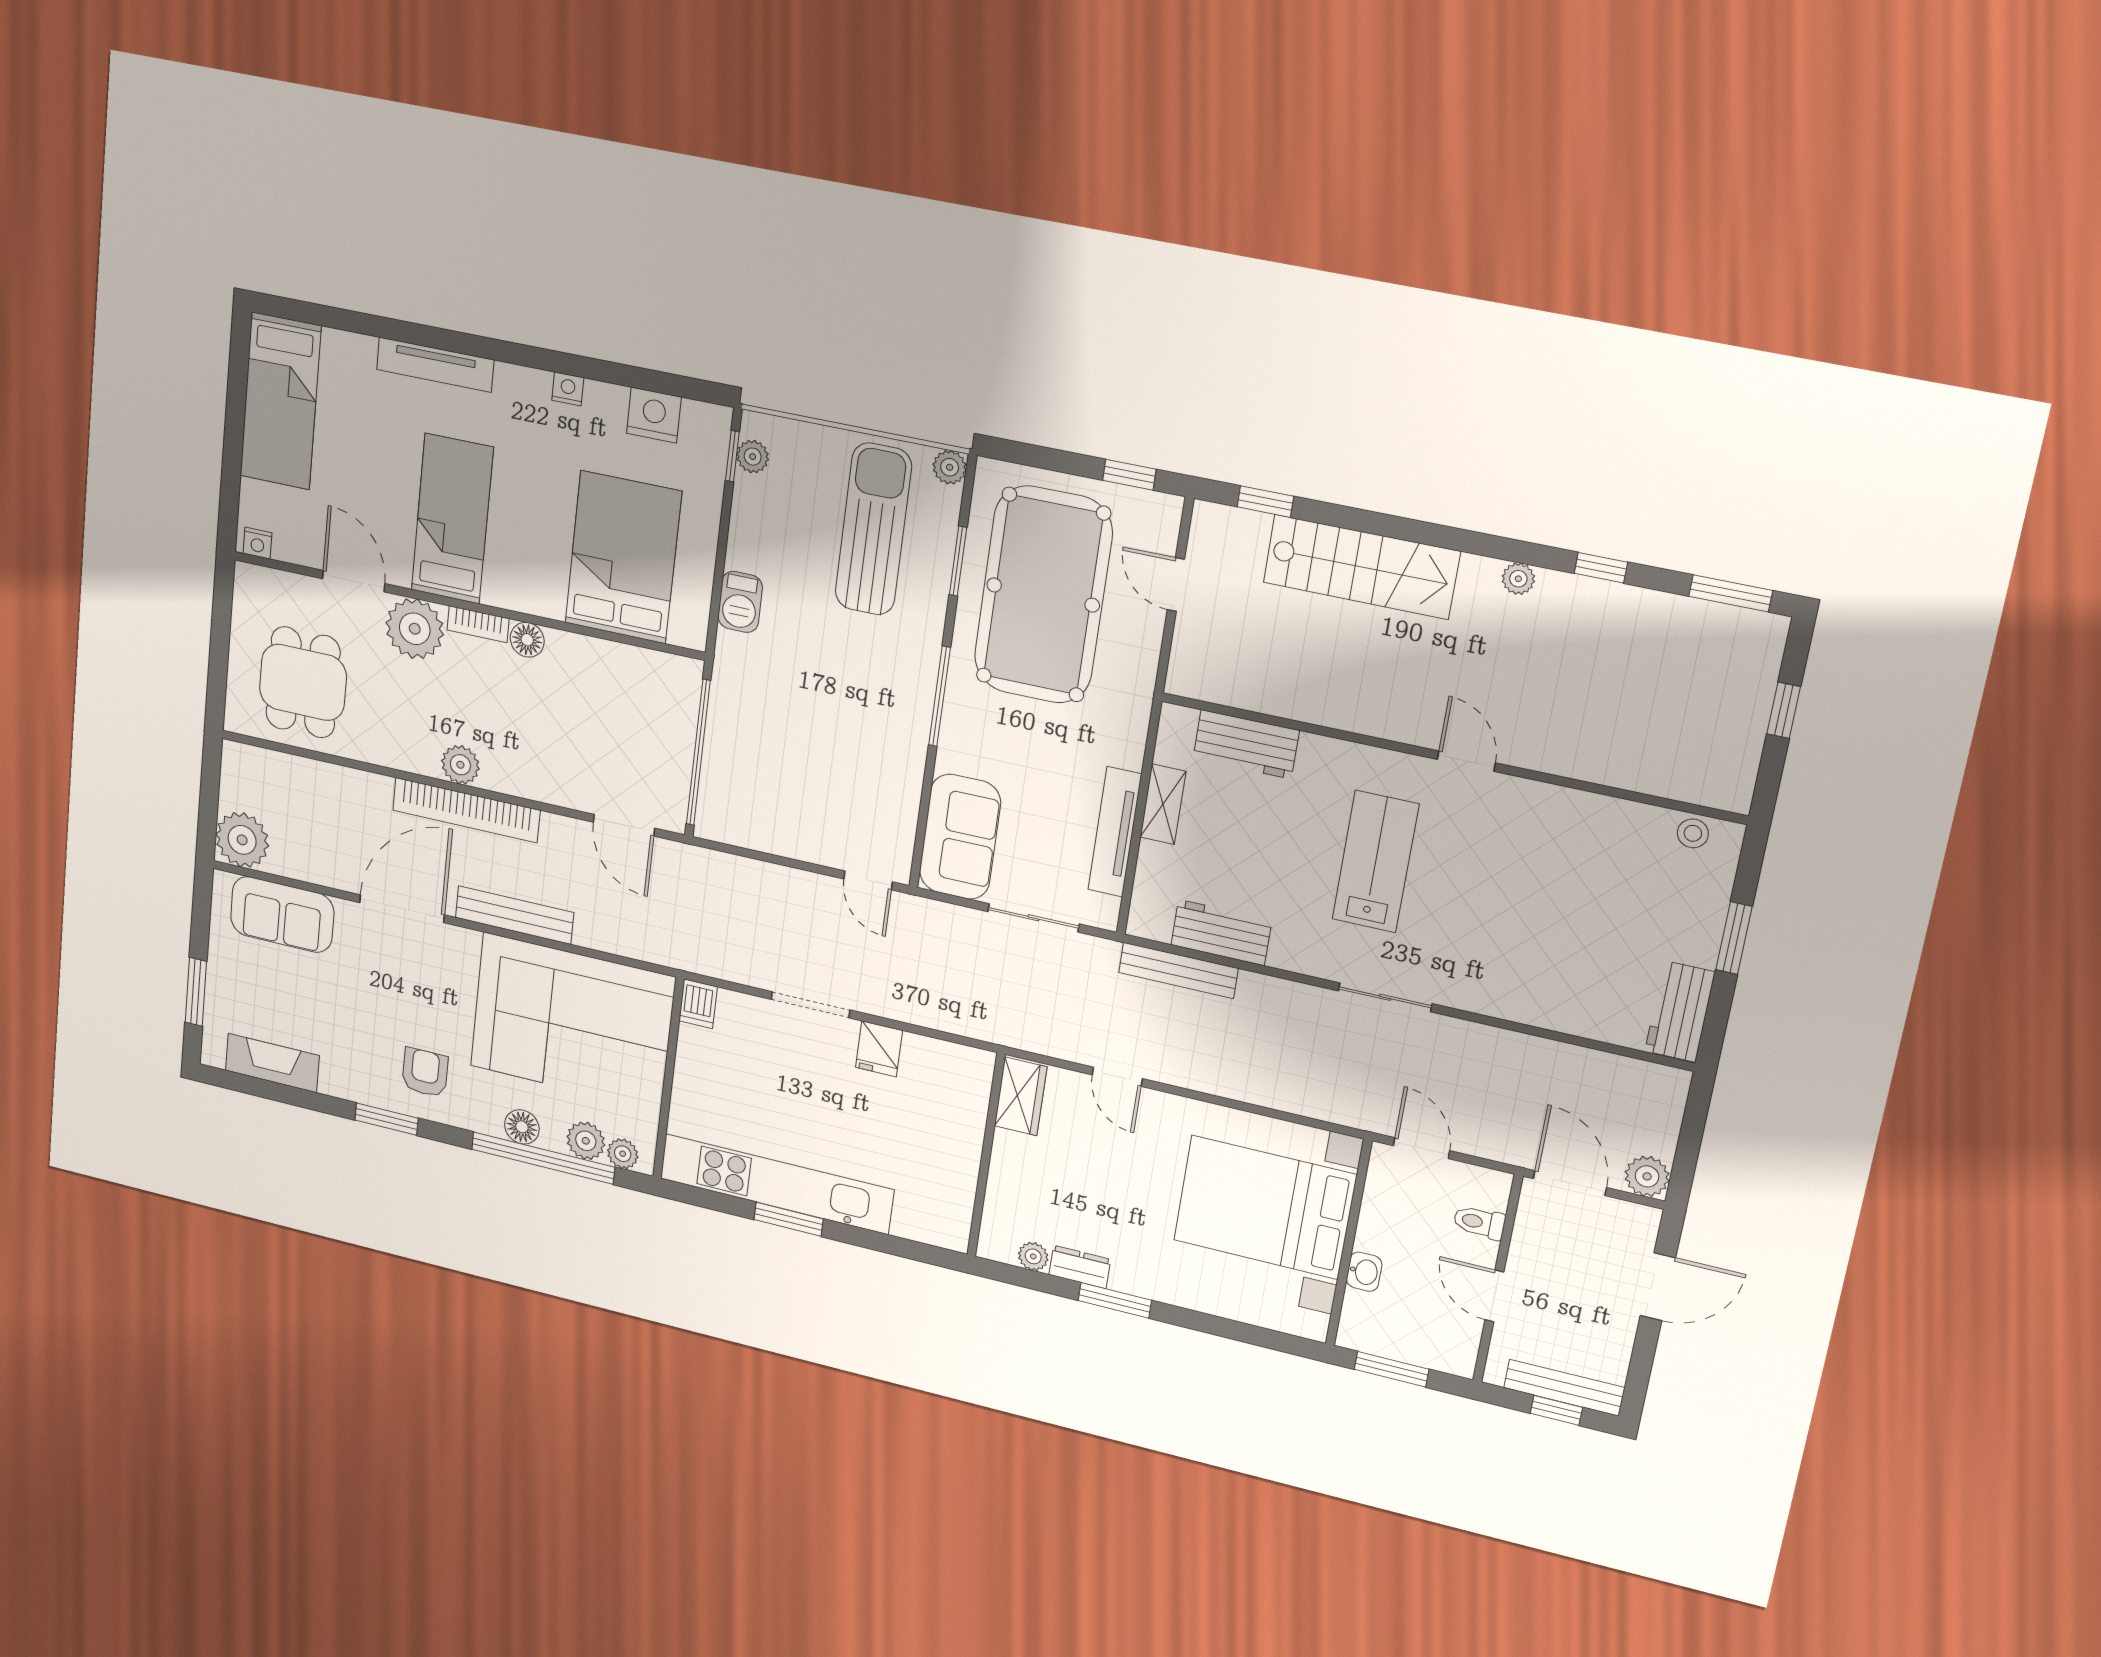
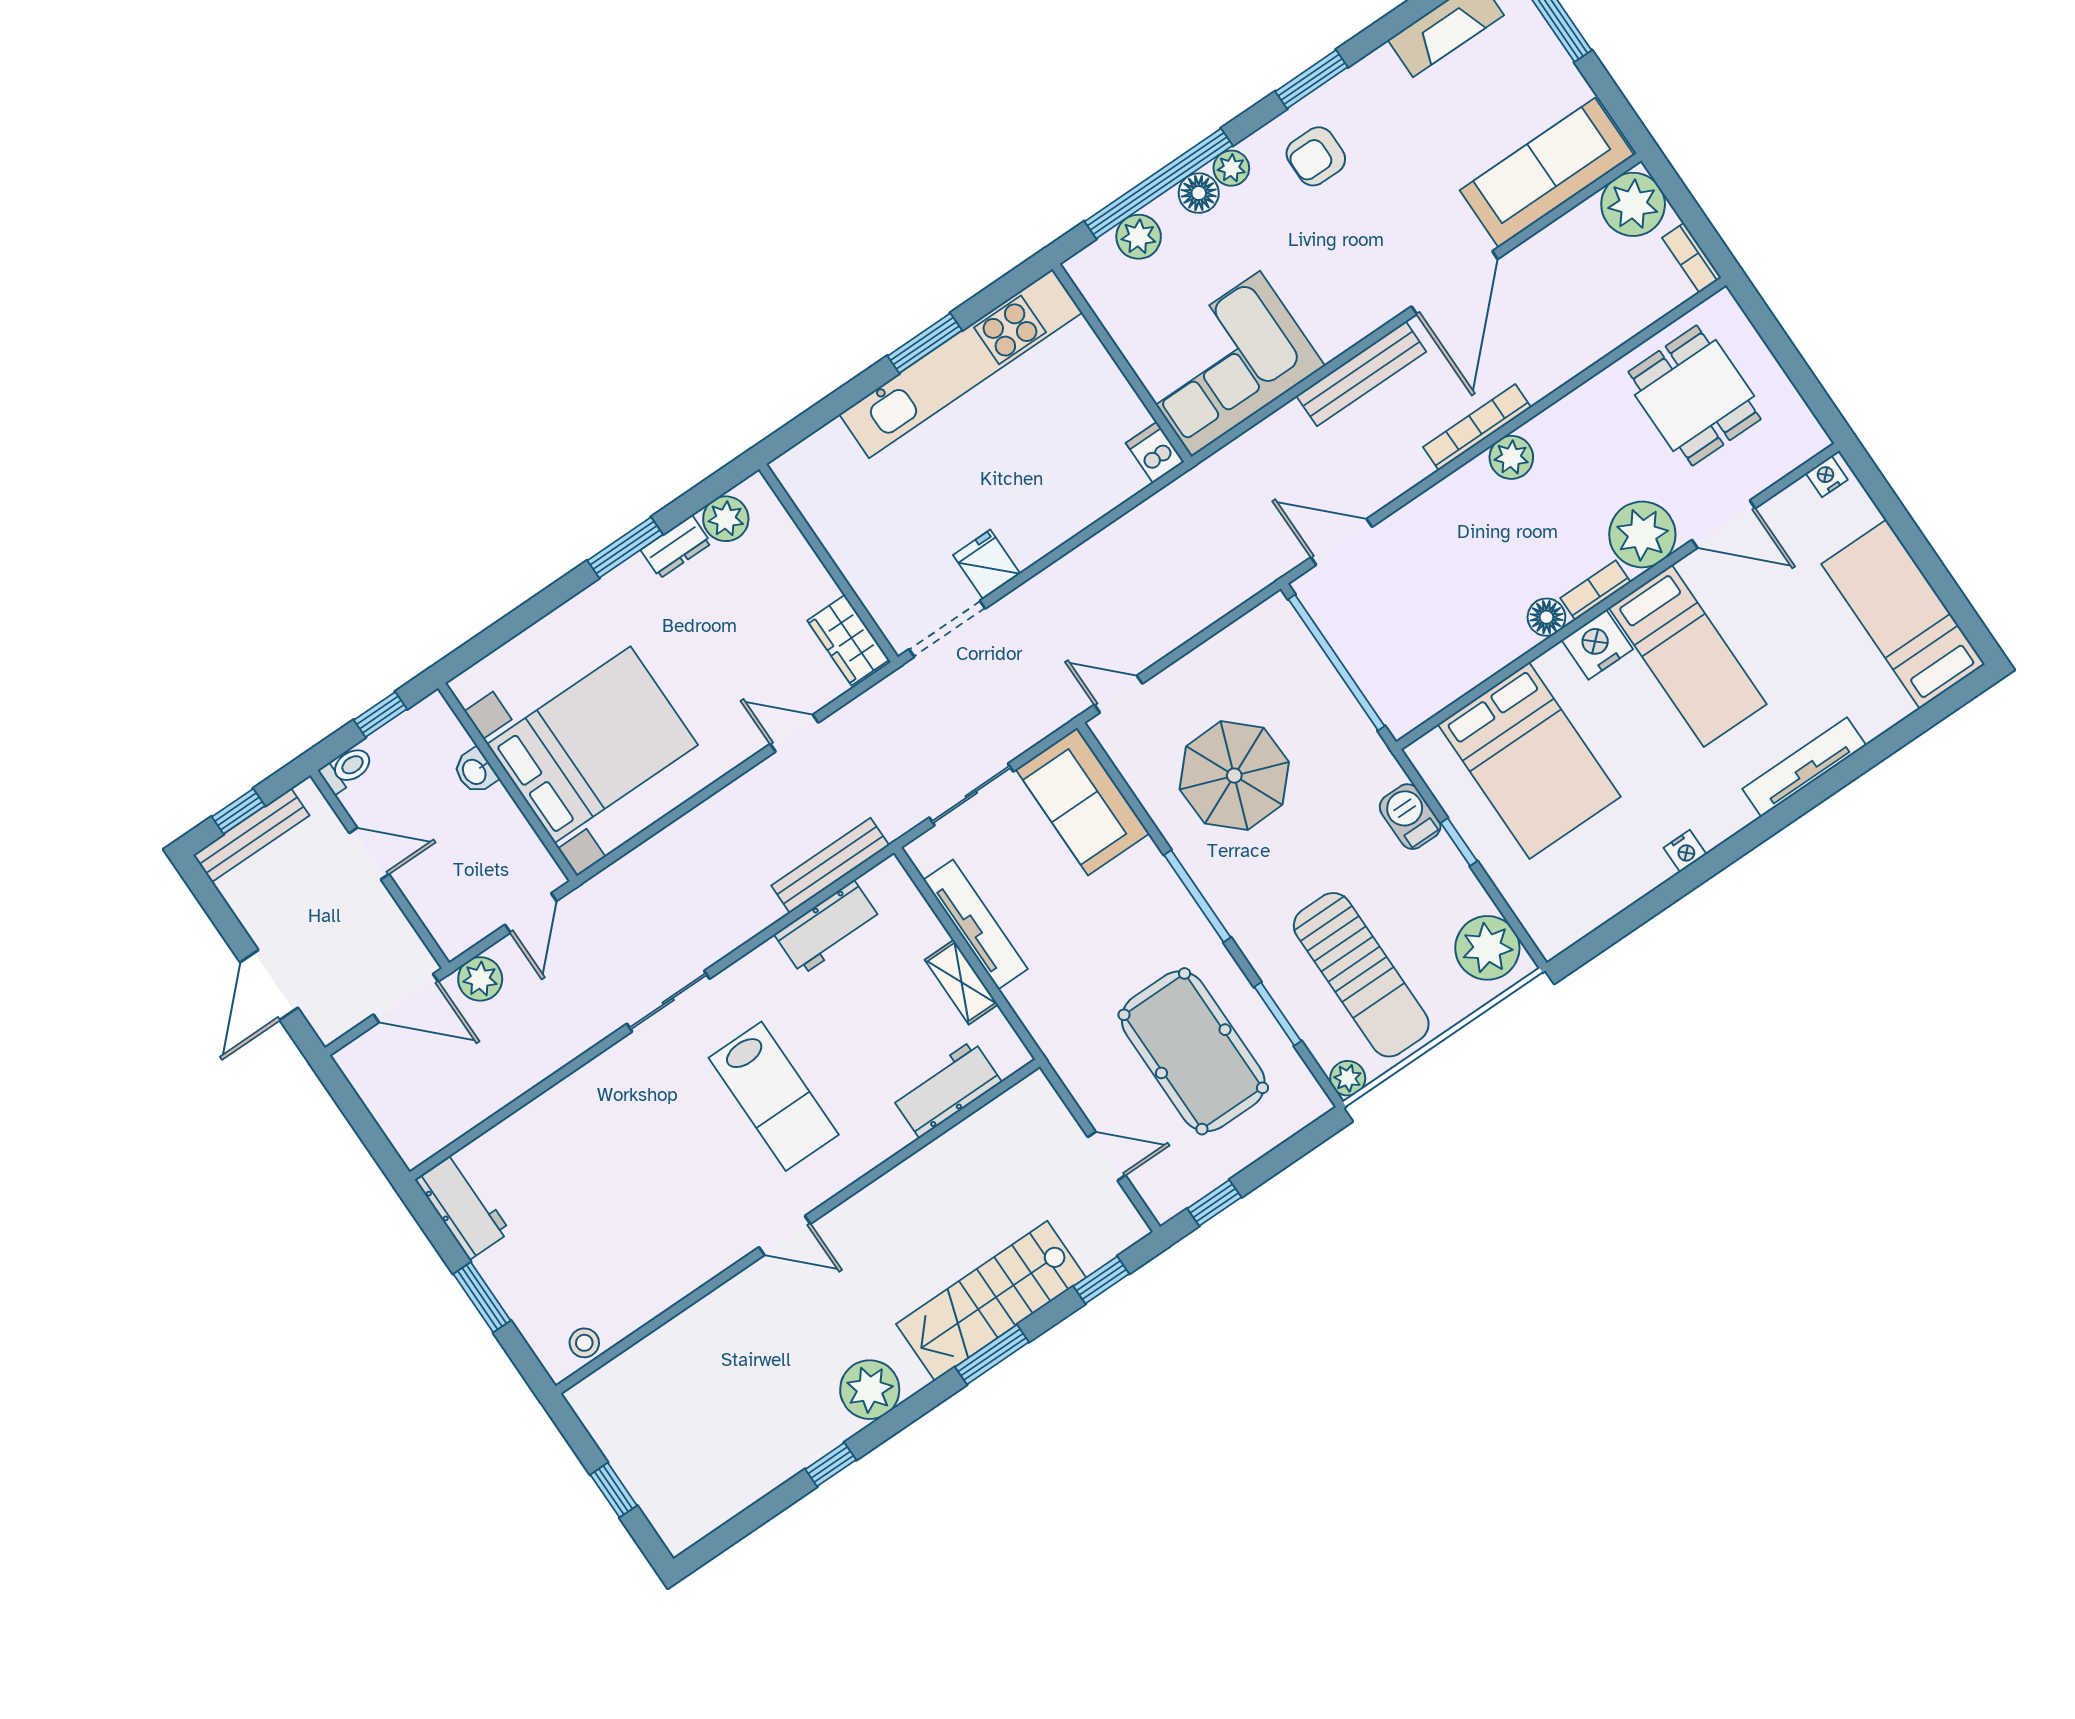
nightstand: (654, 415) -> (1597, 645), moved, turned 180
window: (732, 456) -> (1459, 842), moved
plant: (753, 457) -> (1487, 948), width x1.88, depth x1.88
plant: (1518, 579) -> (870, 1390), width x1.88, depth x1.88
window: (1731, 593) -> (992, 1354), moved
pool table: (1043, 595) -> (1193, 1051), width x0.73, depth x0.76
parasol: (838, 750) -> (1234, 776), added
bookcase: (231, 770) -> (1692, 258), added
bookcase: (466, 810) -> (1477, 427), width x0.68, depth x0.76
sofa: (282, 914) -> (1547, 173), width x1.36
doorway: (811, 1005) -> (947, 629), moved
corner sofa: (572, 1022) -> (1226, 364), width x0.73, depth x0.74
armchair: (425, 1072) -> (1316, 156), turned 90
door: (1422, 1148) -> (531, 913), hinge flipped
plant: (623, 1154) -> (1231, 168), moved
plant: (1647, 1176) -> (480, 979), moved
toilet: (1479, 1222) -> (347, 769), moved
plant: (1033, 1256) -> (726, 519), width x1.38, depth x1.38
window: (1392, 1369) -> (380, 714), width x0.67

